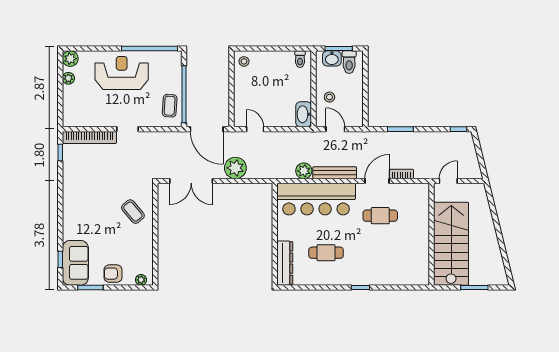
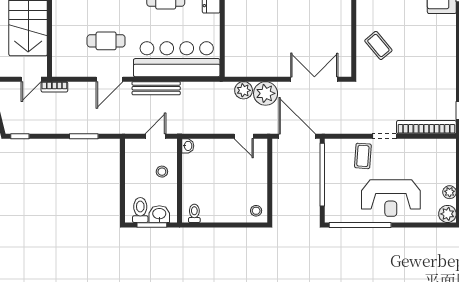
coffee table: (170, 106) -> (363, 156), moved
washbasin: (304, 114) -> (188, 146), width x0.52, depth x0.69
door: (335, 129) -> (155, 136), swing flipped
plant: (304, 171) -> (244, 90), moved
bookcase: (401, 174) -> (54, 87), moved

